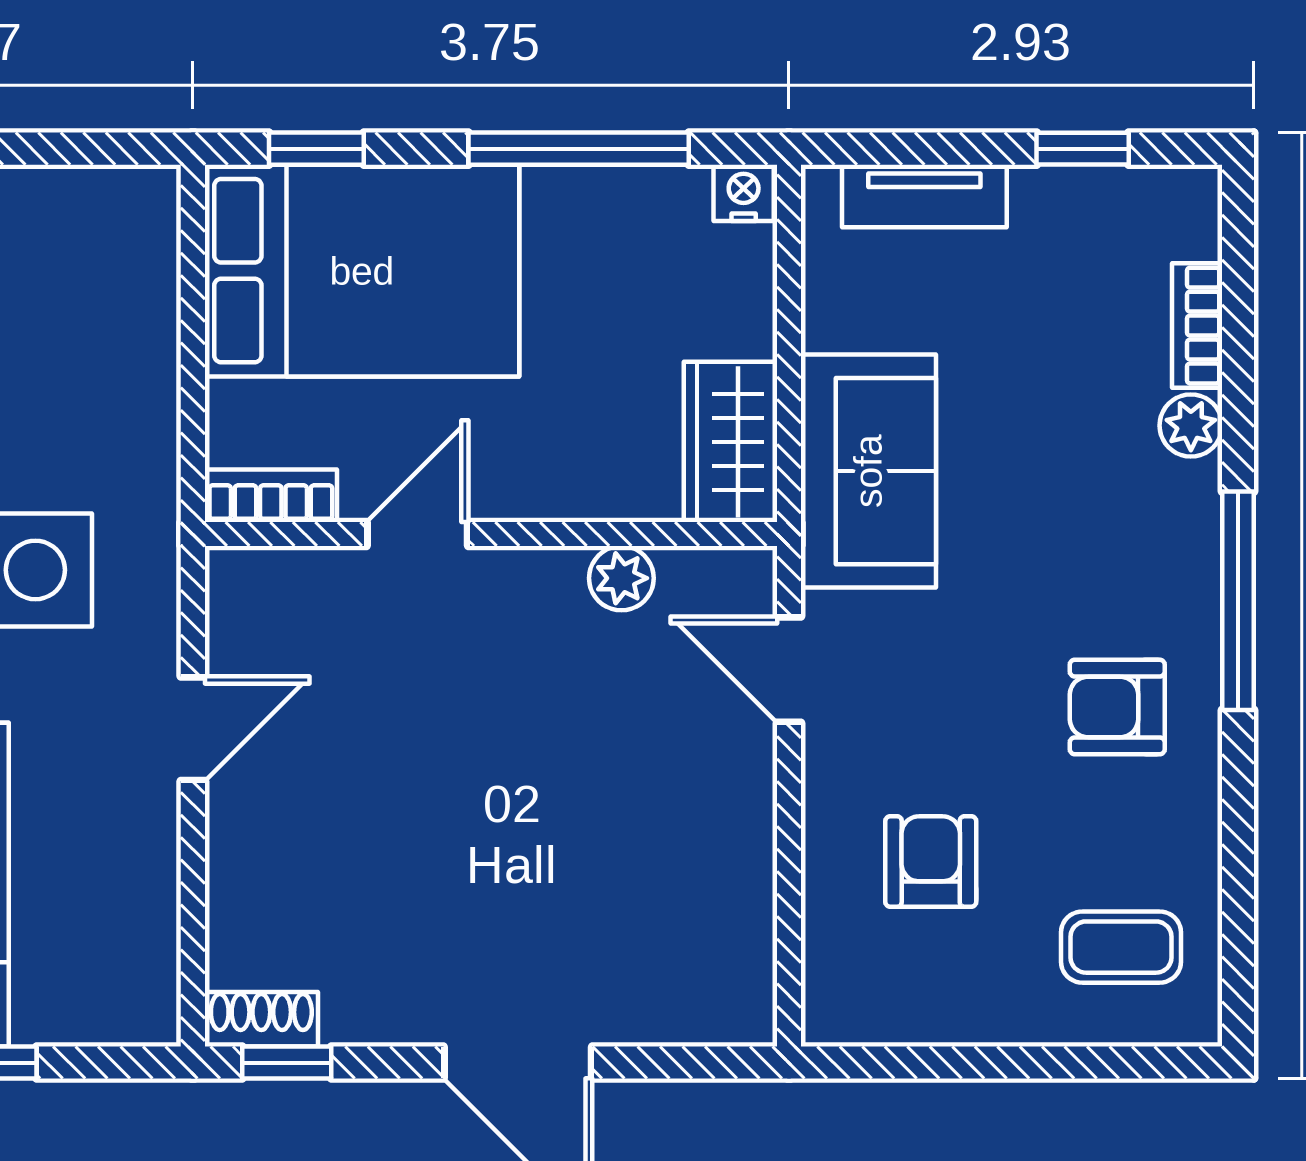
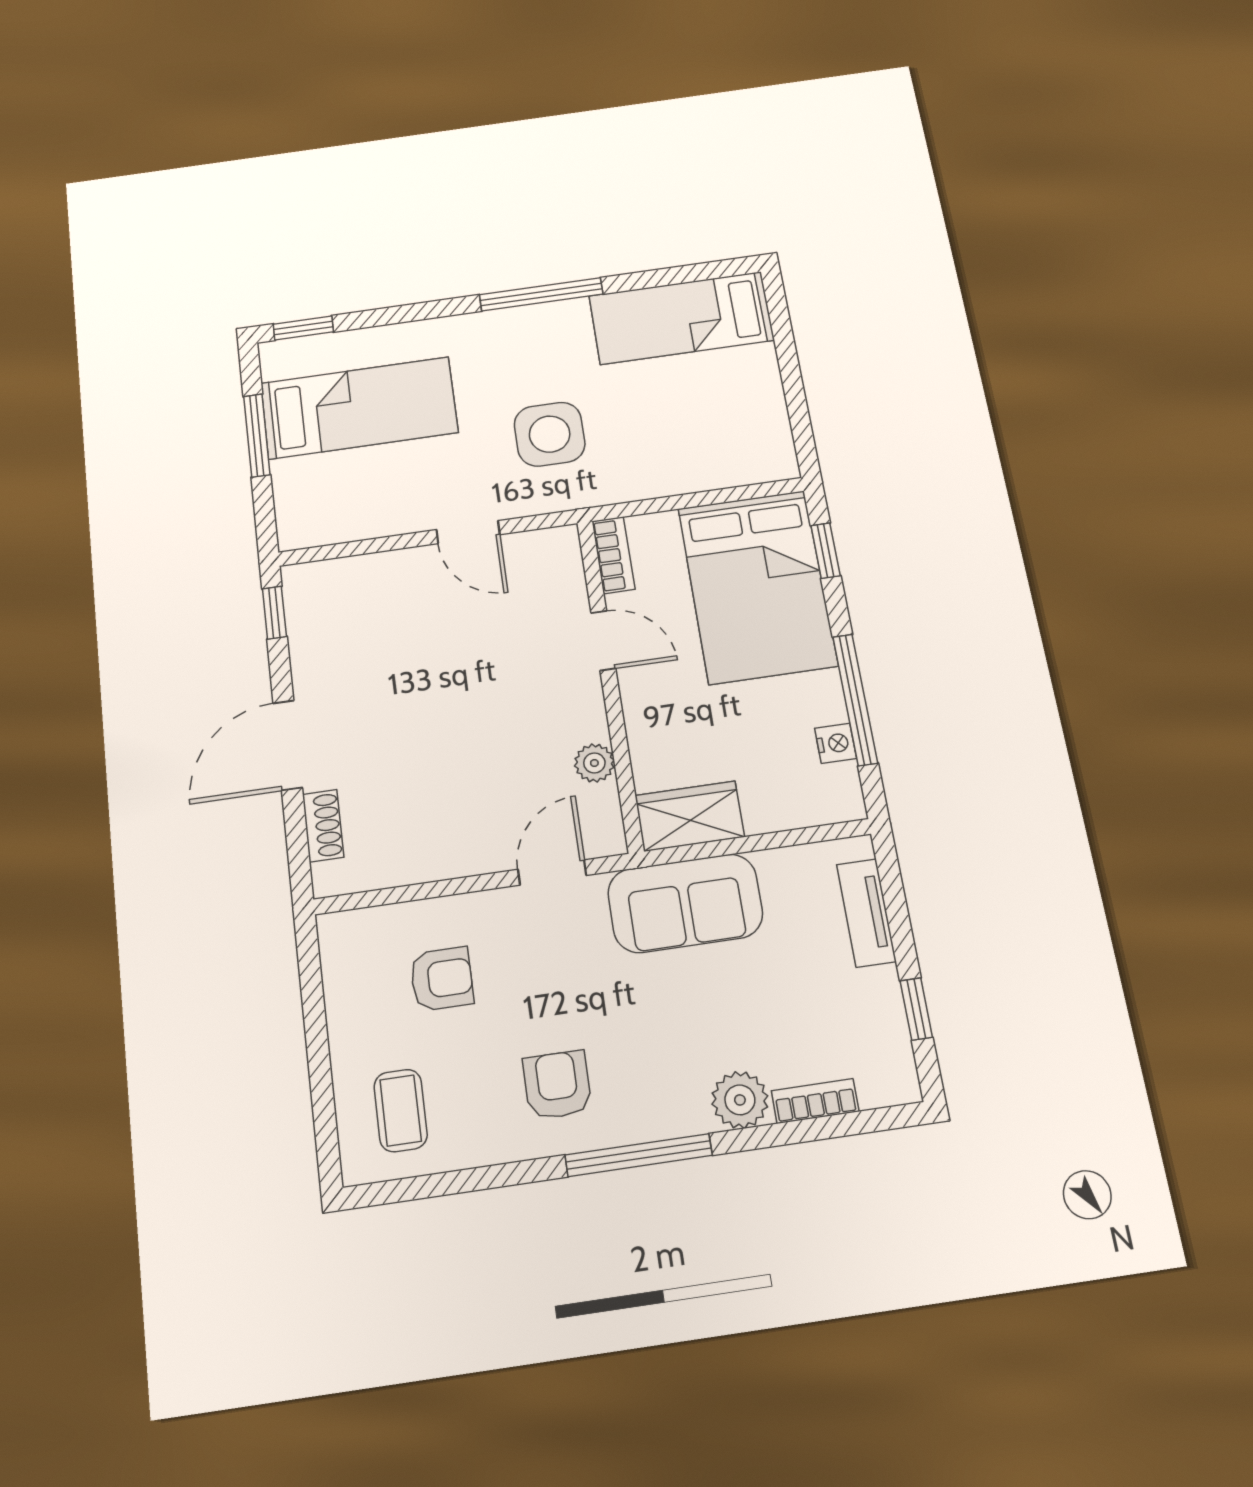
nightstand: (744, 193) -> (836, 743), moved
plant: (1191, 426) -> (740, 1100), width x1.38, depth x1.38
shoe rack: (261, 1019) -> (323, 826), moved

